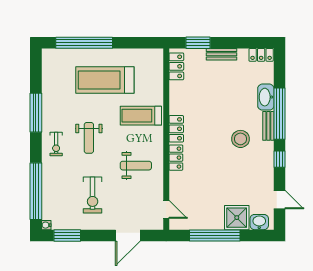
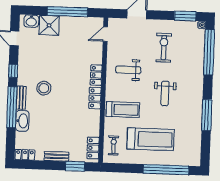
weight bench: (89, 138) -> (165, 93), turned 180
exercise bike: (56, 144) -> (113, 145), moved
door: (166, 209) -> (105, 34), hinge flipped

